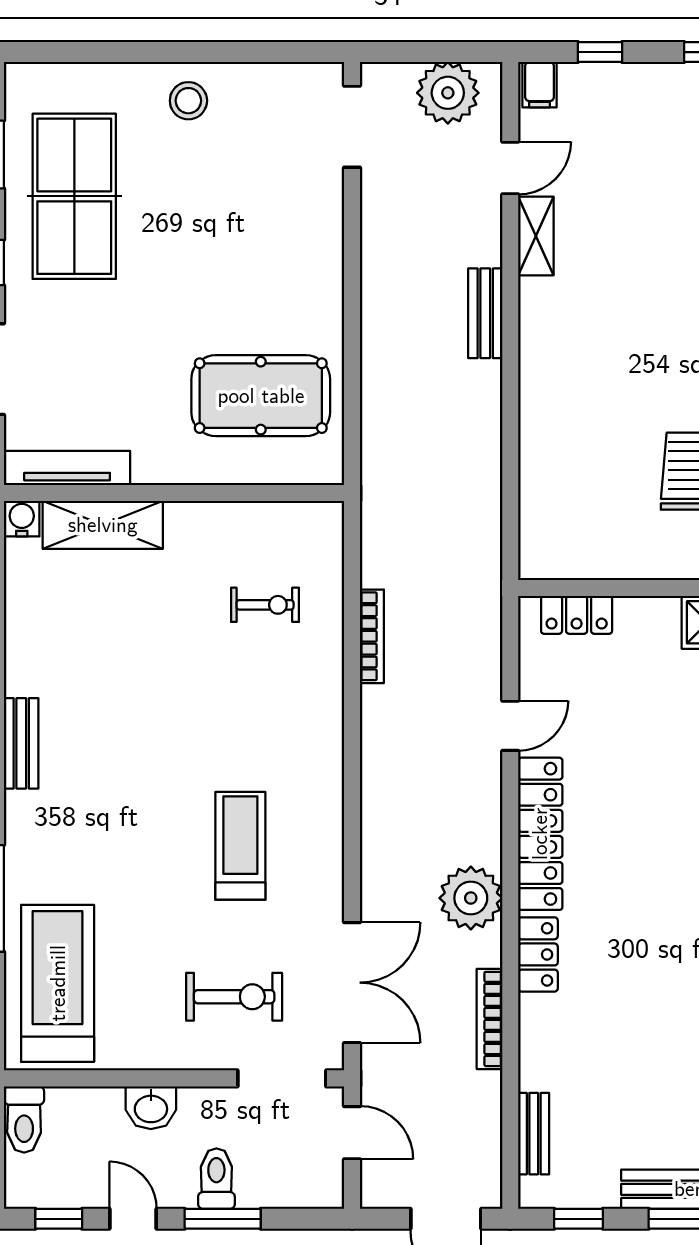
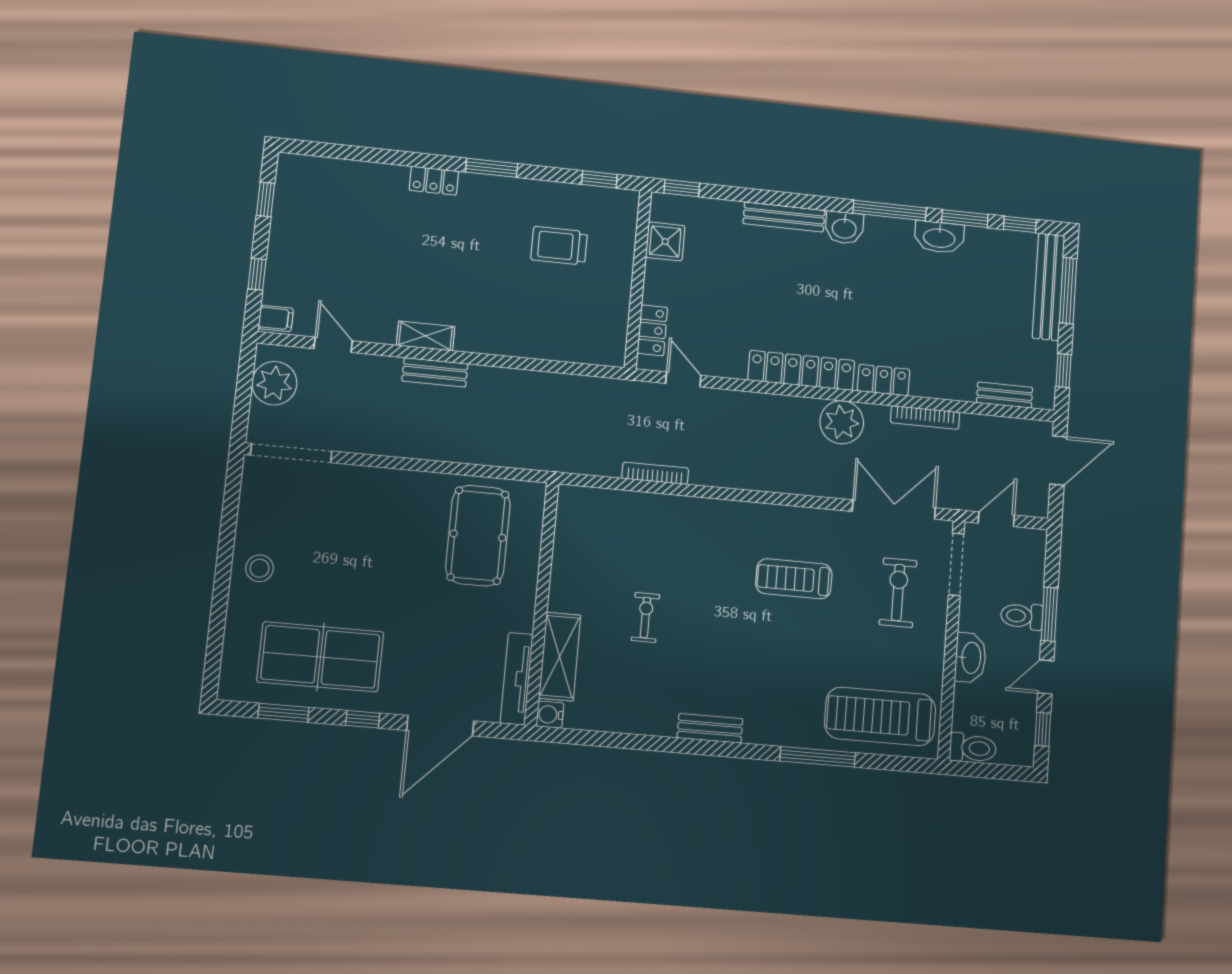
doorway: (352, 127) -> (291, 453), width x1.36
shelving: (536, 236) -> (426, 336), moved
exercise bike: (265, 605) -> (645, 618), moved
door: (510, 726) -> (683, 379), moved
washbasin: (151, 1108) -> (970, 658), width x1.38

